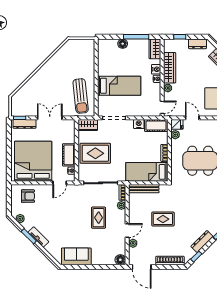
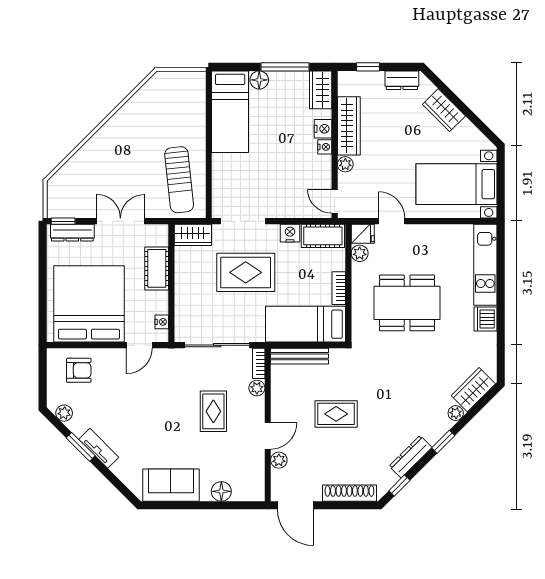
bed: (119, 86) -> (230, 112), moved, turned 90
door: (162, 107) -> (335, 201), swing flipped
rug: (95, 153) -> (246, 272), moved
cot: (69, 155) -> (157, 268), moved
floor lamp: (120, 260) -> (221, 491), moved

